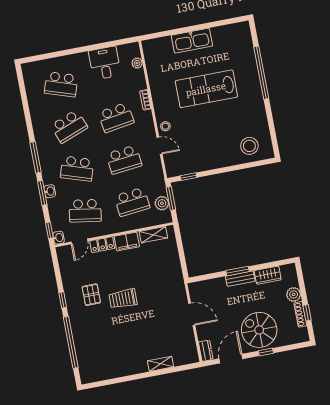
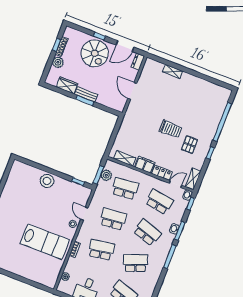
kitchen sink: (192, 41) -> (20, 269), removed
lab bench: (206, 89) -> (45, 242), moved
stool: (249, 146) -> (47, 181), moved
shelving: (64, 259) -> (193, 179), added

